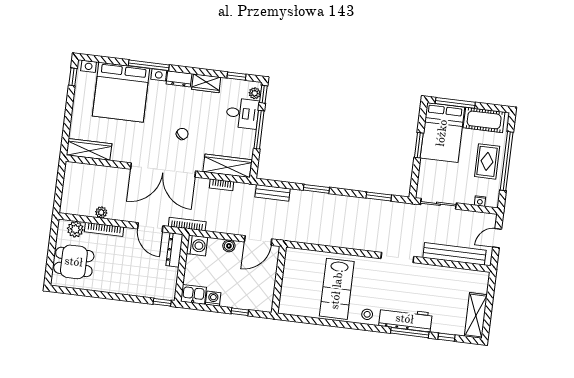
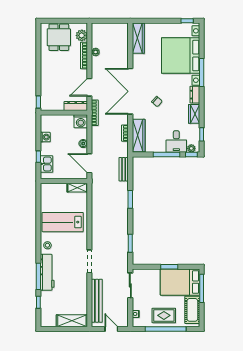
shelving: (291, 262) -> (77, 188), added
kitchen sink: (194, 294) -> (46, 164), moved
shelving: (476, 316) -> (72, 321), moved

